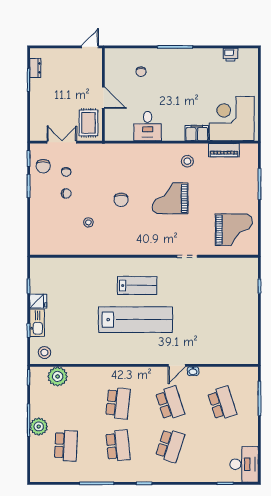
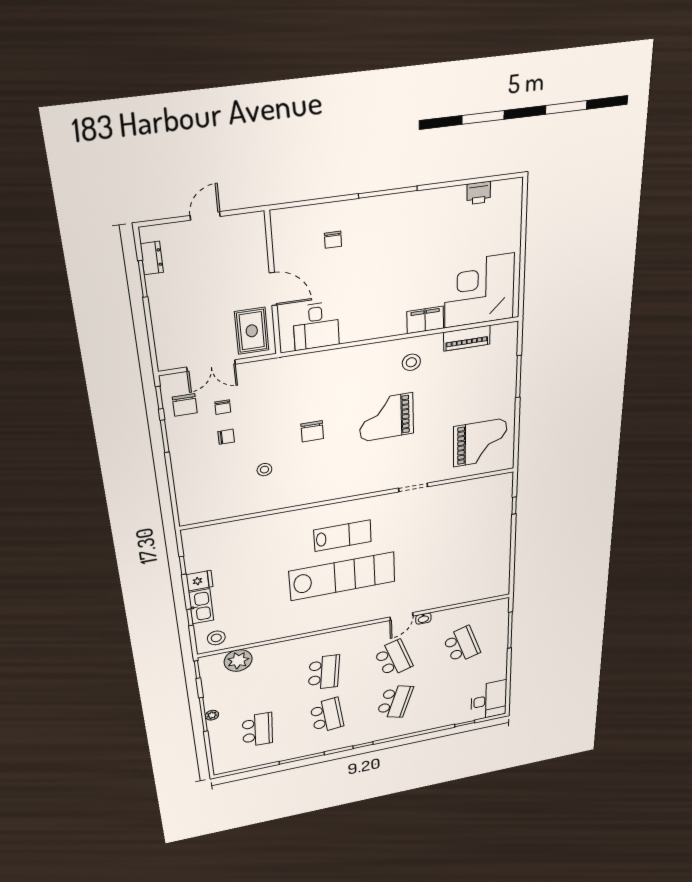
door: (90, 47) -> (205, 216), moved
desk: (148, 126) -> (316, 326), moved
double door: (62, 142) -> (211, 366), swing flipped
plant: (39, 427) -> (212, 715), width x0.53, depth x0.53

